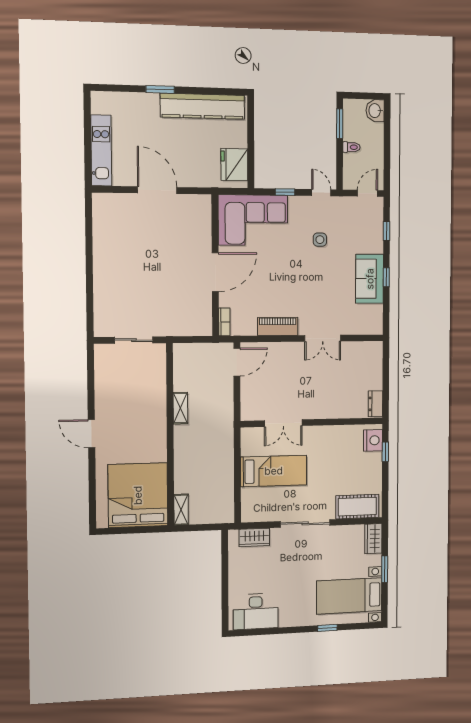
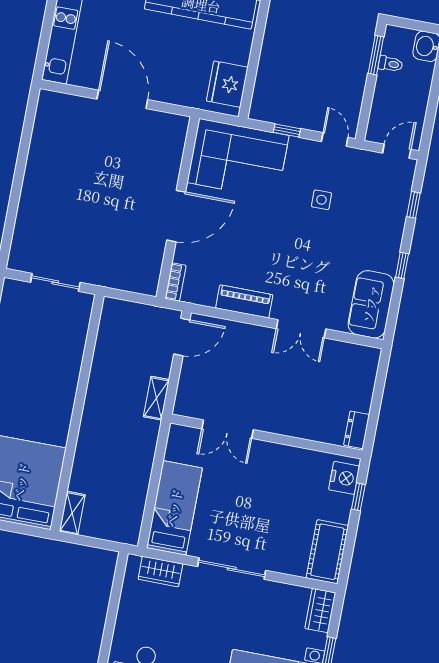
toilet: (351, 147) -> (390, 64), moved
sofa: (370, 279) -> (371, 304), moved
shelving: (180, 408) -> (156, 398), moved
bed: (274, 471) -> (174, 508), moved, turned -90
cot: (357, 507) -> (327, 552), moved, turned 90

